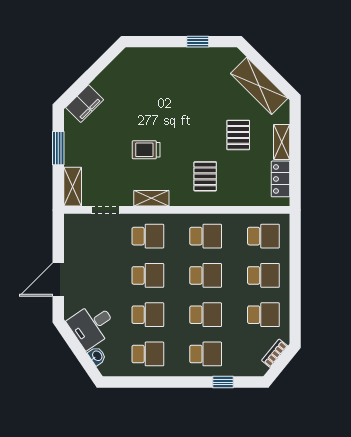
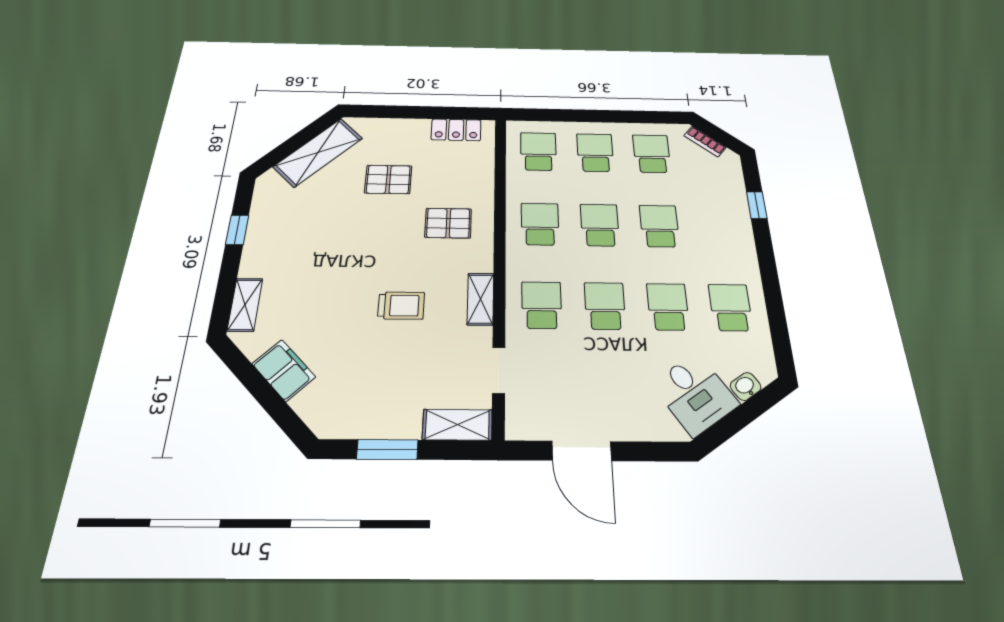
filing cabinet: (85, 104) -> (284, 370), moved
shelving: (282, 142) -> (245, 305), moved, turned 90
trolley: (146, 150) -> (401, 306), turned -90
door: (58, 280) -> (582, 451), moved
school desk: (206, 354) -> (719, 227), removed

